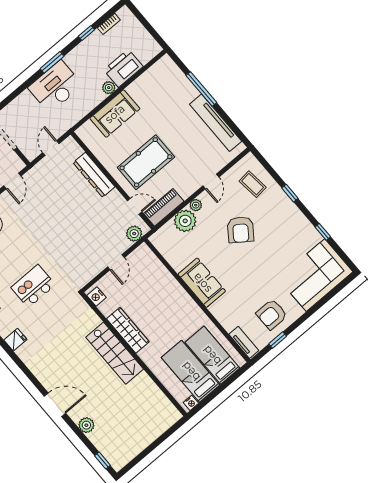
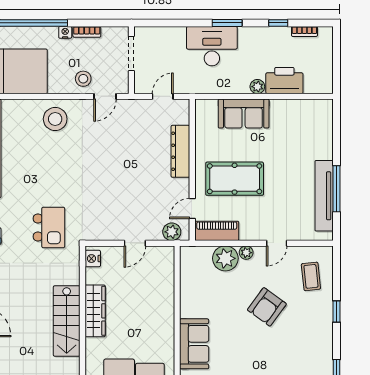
window: (201, 89) -> (337, 189), moved
door: (135, 206) -> (192, 208), swing flipped
sofa: (202, 283) -> (194, 344), moved
kitchen island: (33, 286) -> (49, 227), moved, turned 90

